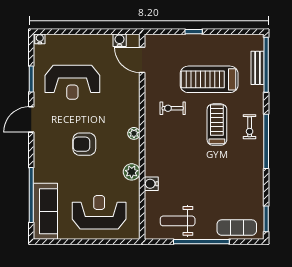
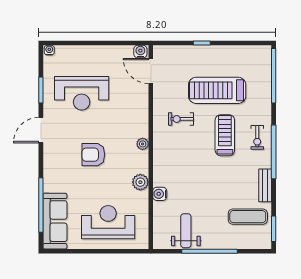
water cooler: (120, 40) -> (140, 52), moved
bench: (258, 68) -> (265, 185), moved
weight bench: (178, 221) -> (186, 231), turned 90
exercise mat: (237, 228) -> (248, 217), moved

